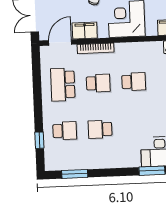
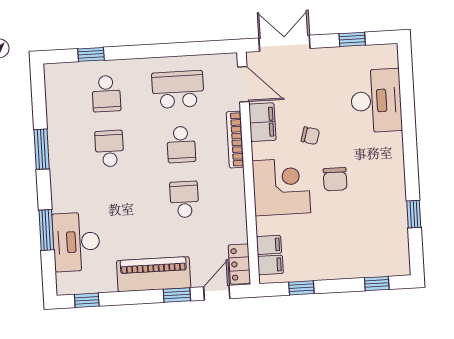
school desk: (134, 82) -> (184, 199), turned 180
window: (75, 174) -> (42, 149), moved

